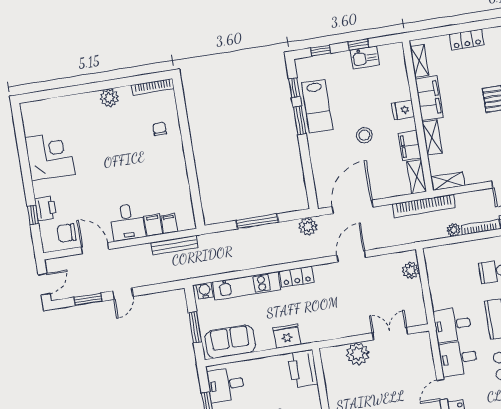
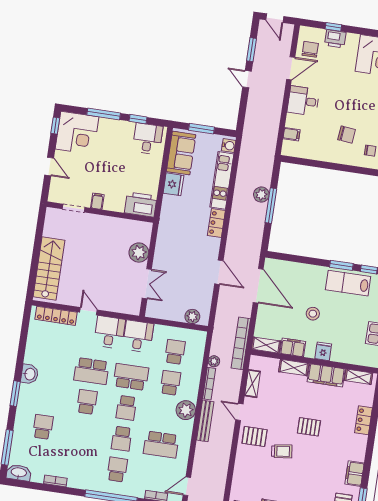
chair: (150, 161) -> (347, 135), added
shelving: (448, 181) -> (252, 384), moved
filing cabinet: (153, 225) -> (294, 121), removed
plant: (308, 227) -> (261, 195), moved
bench: (174, 245) -> (273, 133), removed
school desk: (457, 277) -> (175, 352), added
fridge: (287, 336) -> (173, 184), moved

